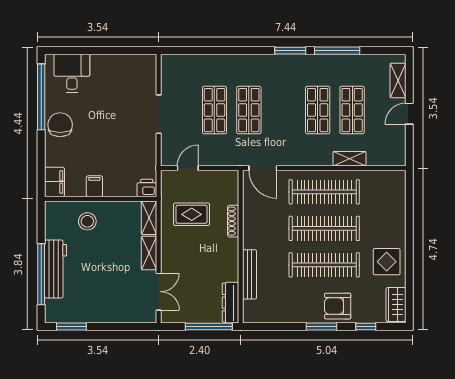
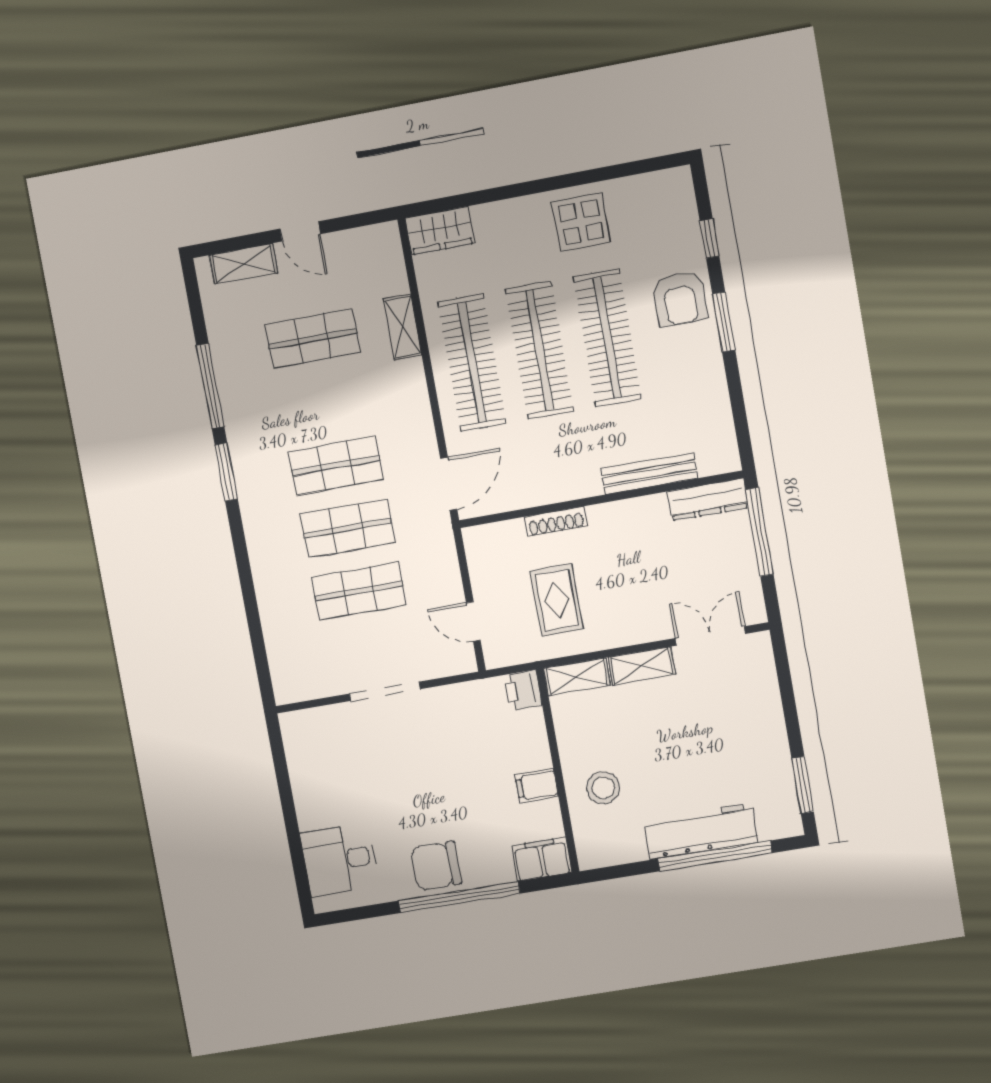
window: (41, 97) -> (459, 897), moved
shop shelf: (318, 110) -> (336, 465), moved
wardrobe: (396, 305) -> (440, 231), moved

